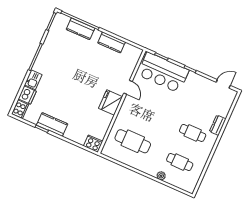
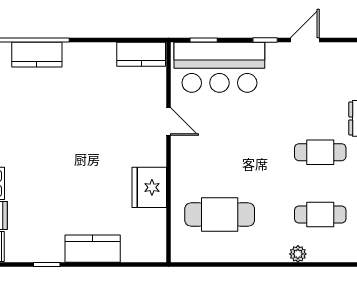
kitchen counter: (112, 42) -> (141, 54), moved
door: (223, 84) -> (305, 40), moved
fridge: (111, 103) -> (149, 187), moved
kitchen counter: (52, 124) -> (93, 249), moved
cooker: (93, 144) -> (151, 250), removed

